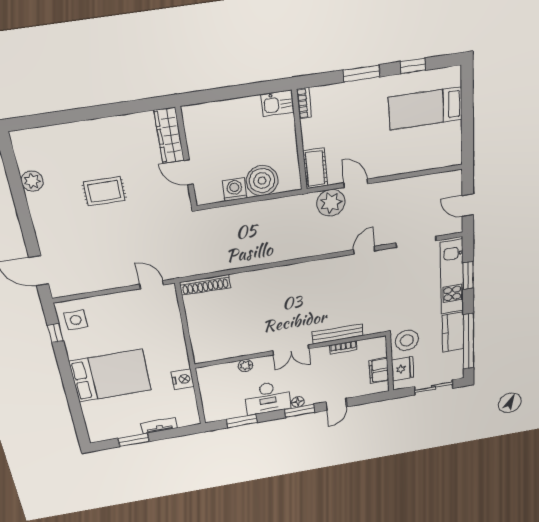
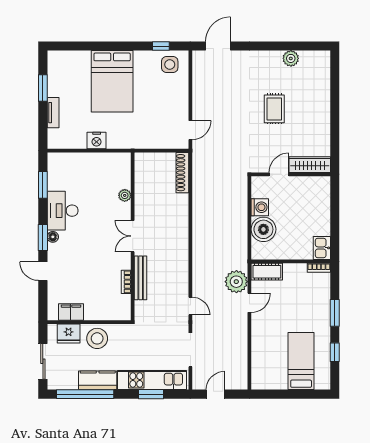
bench: (338, 334) -> (141, 278), moved
bookcase: (343, 347) -> (126, 282), moved
double door: (291, 350) -> (133, 236), moved
wall: (291, 350) -> (133, 236), moved
plant: (245, 366) -> (125, 195), moved

